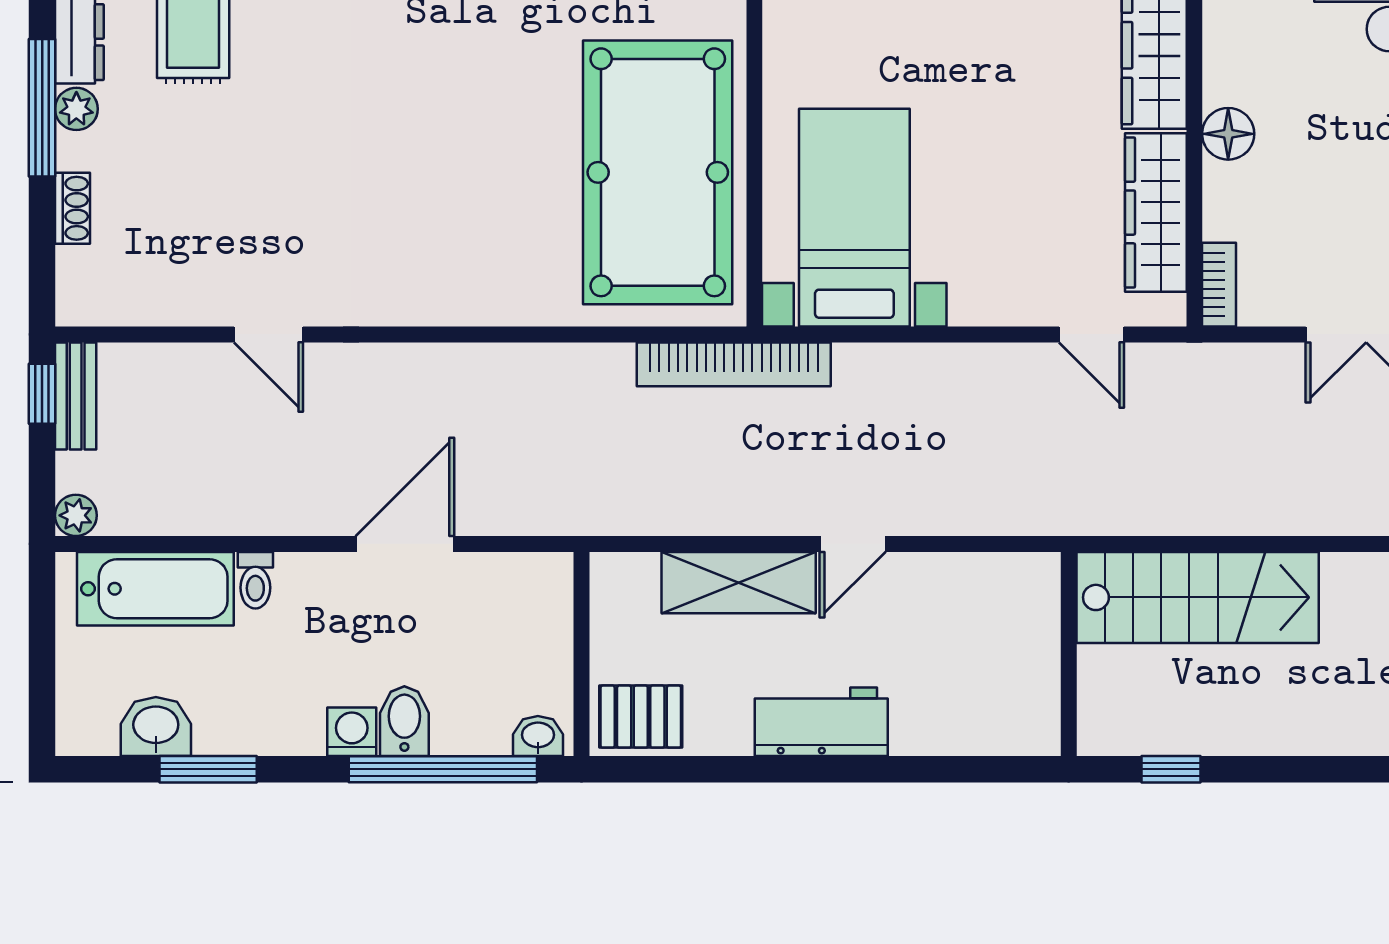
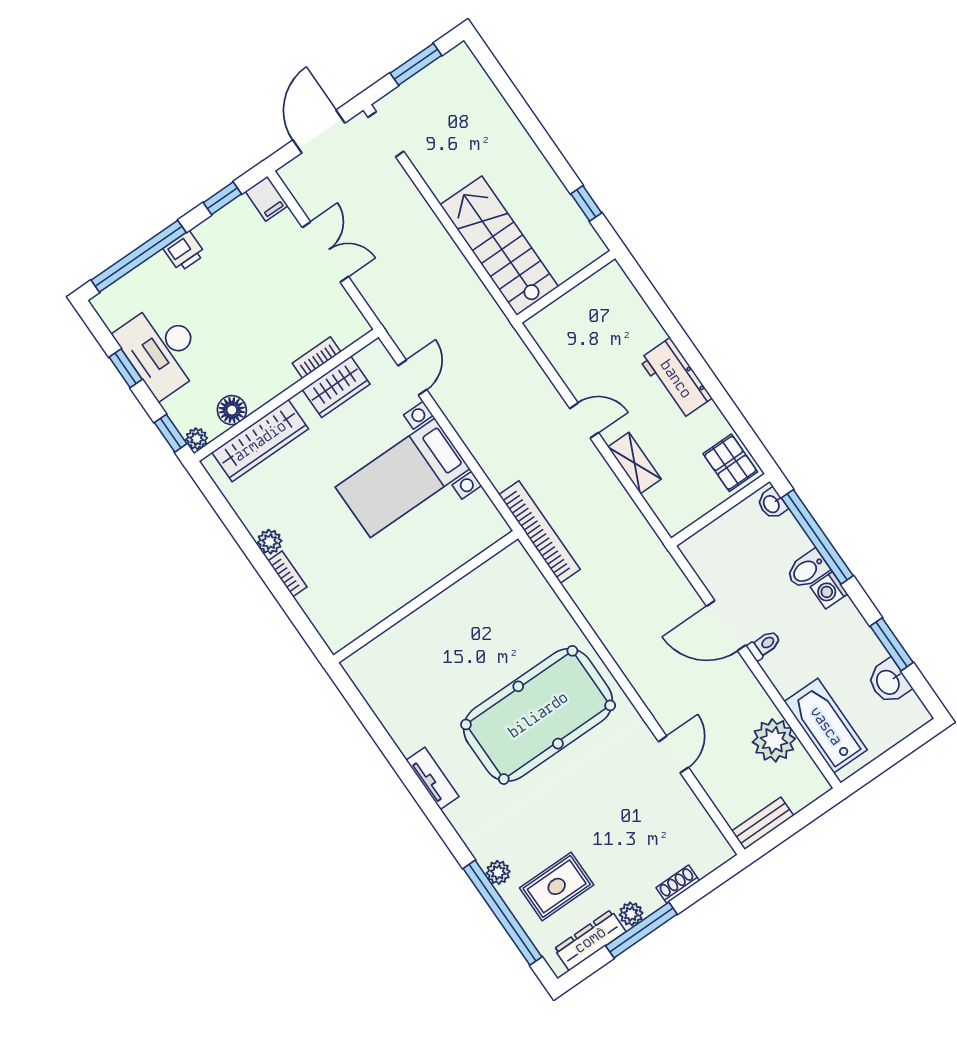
floor lamp: (1228, 134) -> (232, 410), moved
pool table: (658, 172) -> (538, 715), moved
wardrobe: (1156, 213) -> (336, 387), width x0.67
bed with nightstands: (854, 218) -> (403, 478), moved
bookcase: (1219, 285) -> (317, 358), moved
window: (42, 394) -> (772, 839), removed
plant: (76, 515) -> (774, 740), moved, width x1.88, depth x1.88
toilet: (255, 580) -> (764, 645), moved
shelving: (739, 583) -> (634, 463), width x0.67, depth x0.75

